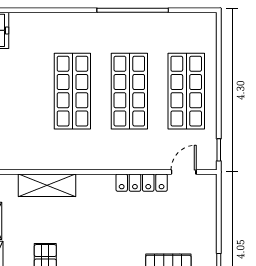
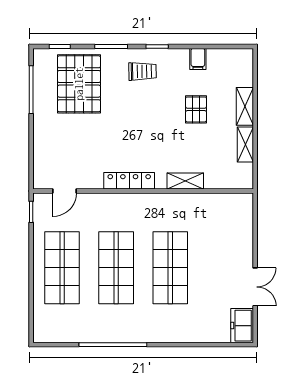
locker: (142, 183) -> (129, 181), moved
shelving: (47, 185) -> (185, 181), width x0.67, depth x0.75

